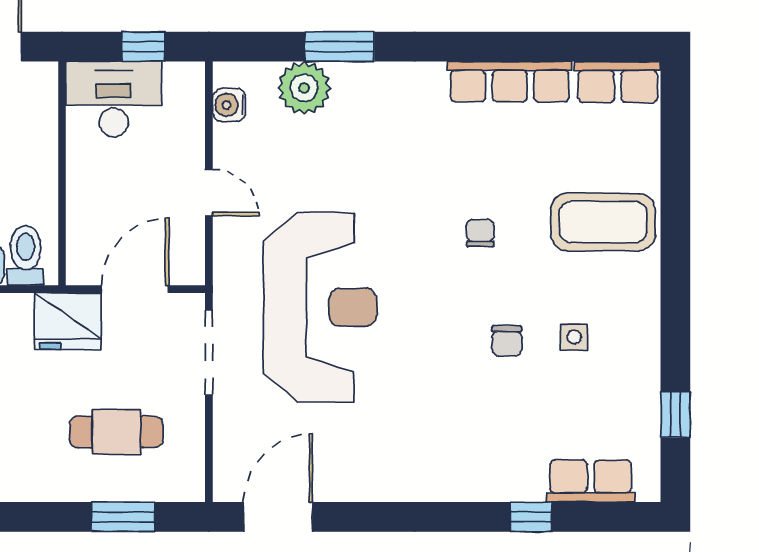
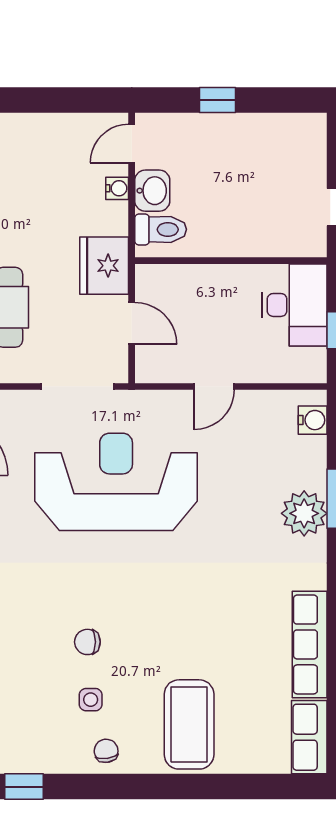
plant: (304, 88) -> (304, 513), moved
water cooler: (229, 105) -> (313, 420), moved, turned 90
chair: (480, 233) -> (106, 751), moved, turned -98
door: (135, 289) -> (132, 323), width x0.73
reception desk: (320, 307) -> (116, 482), turned 180

